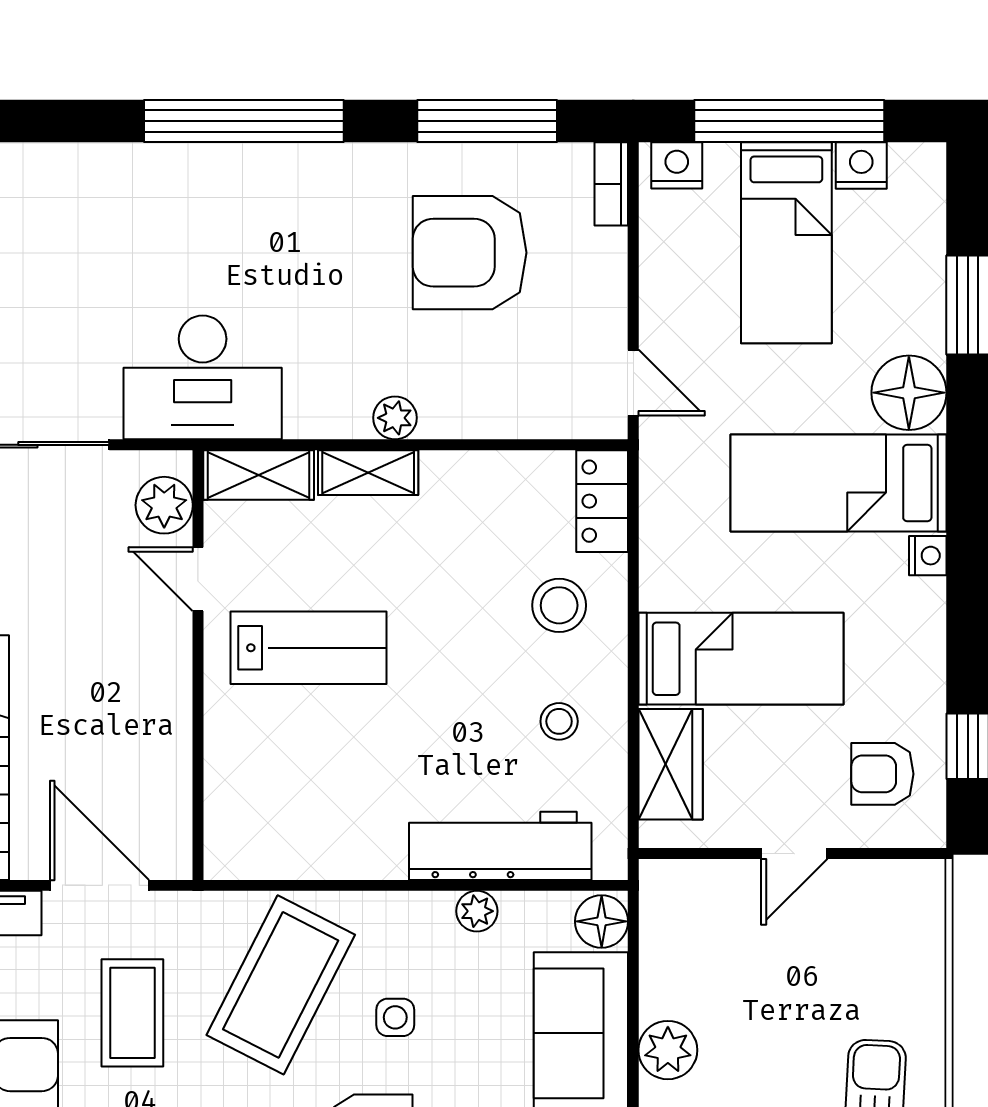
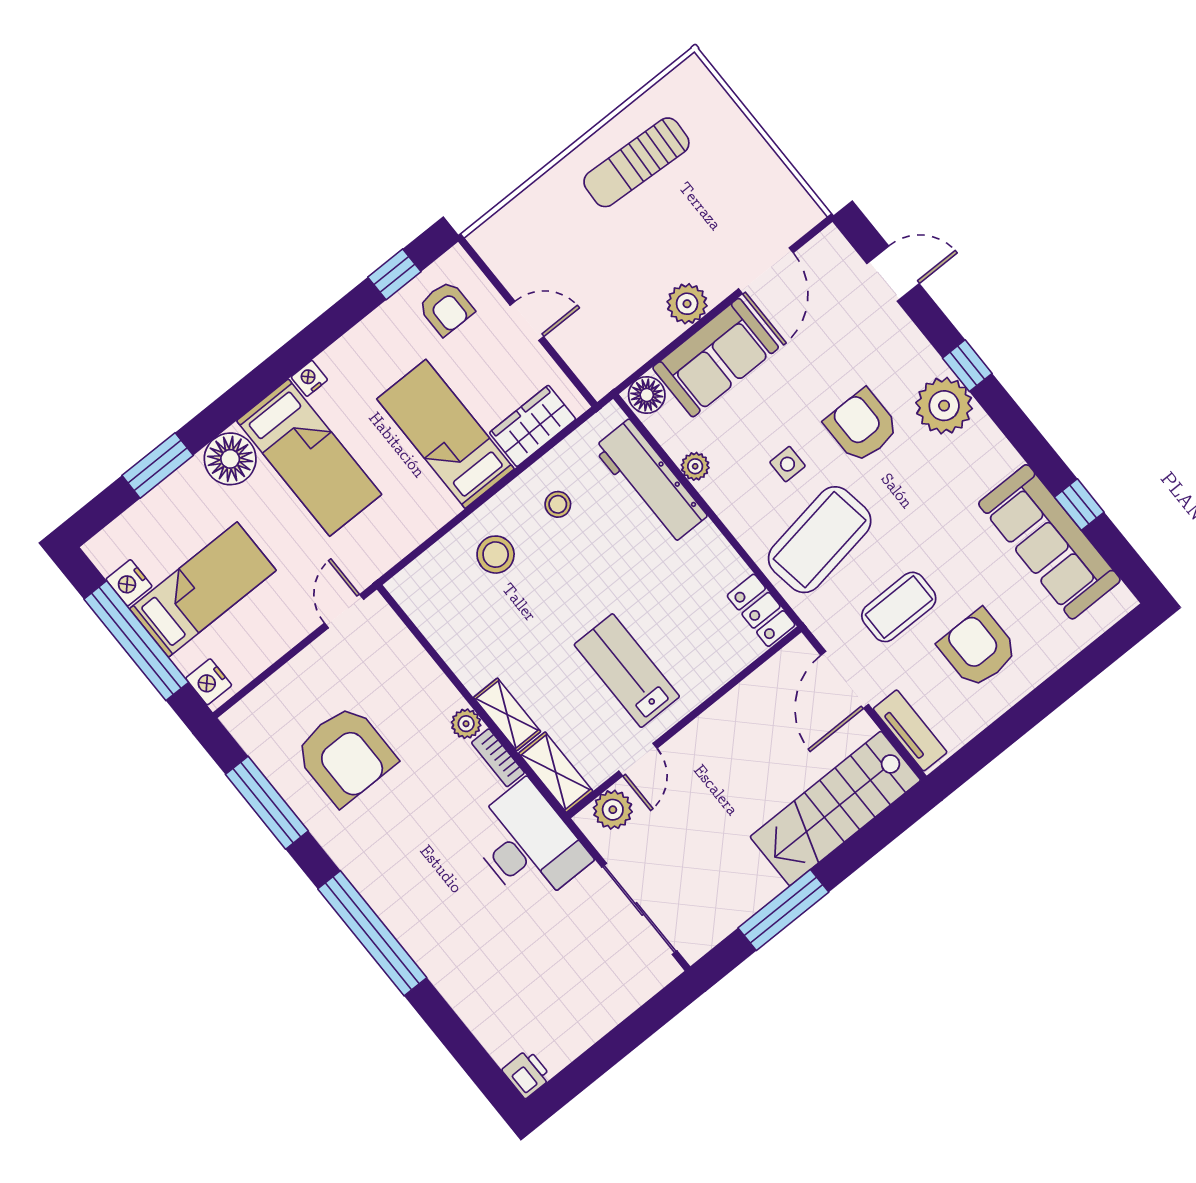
bookcase: (611, 184) -> (498, 758), moved, turned 90
locker: (602, 501) -> (761, 610), moved, turned 90
coffee table: (281, 985) -> (820, 540), turned -36

